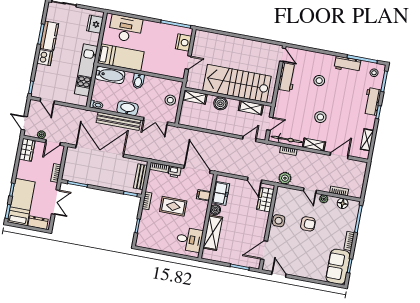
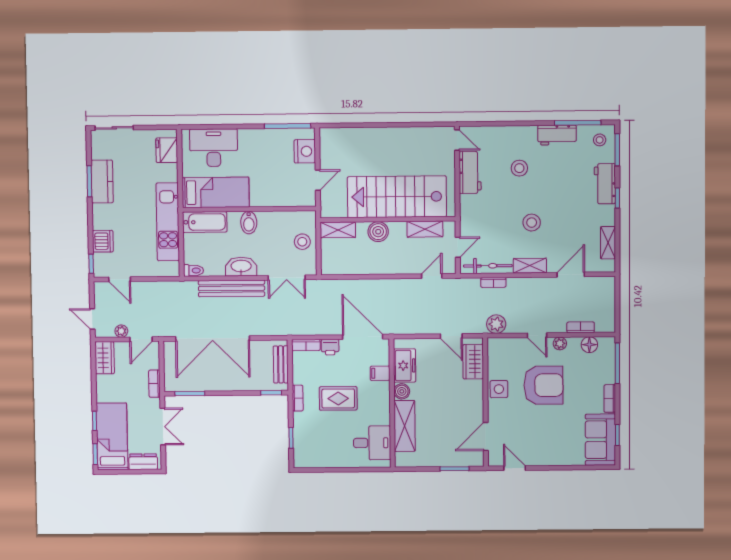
dishwasher: (45, 58) -> (103, 241), moved
double door: (100, 151) -> (213, 338), swing flipped
armchair: (308, 224) -> (543, 385), width x1.88, depth x1.88

